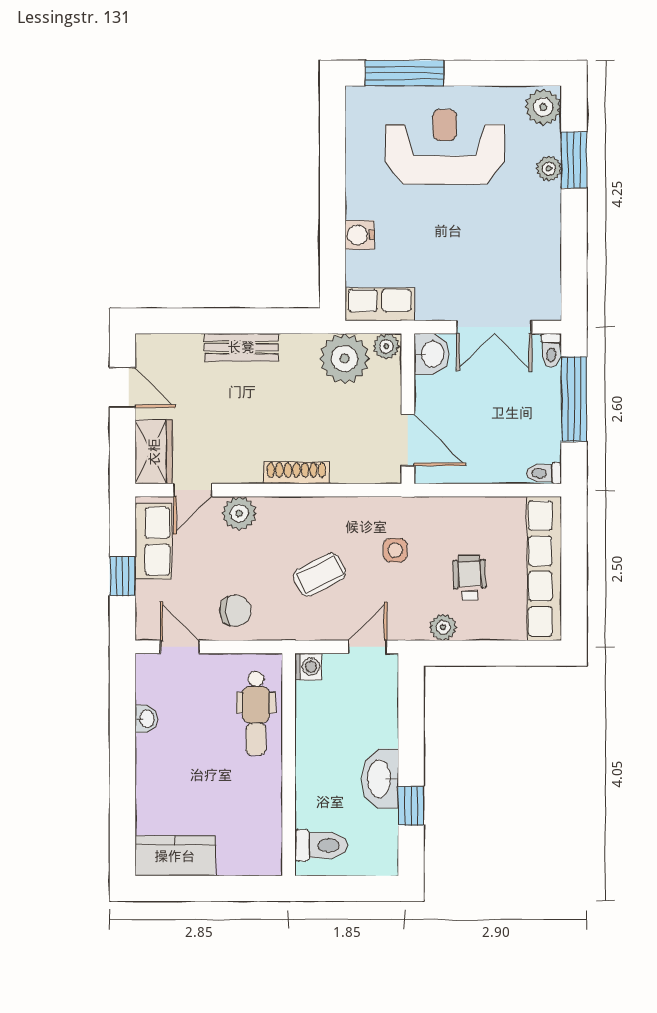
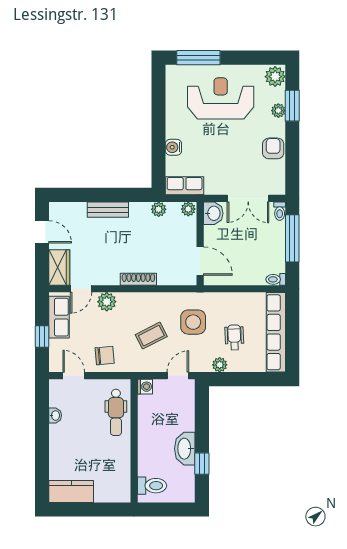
armchair: (540, 237) -> (273, 148), added
plant: (345, 358) -> (159, 209), width x0.53, depth x0.53
side table: (395, 550) -> (193, 322), width x1.87, depth x1.87

